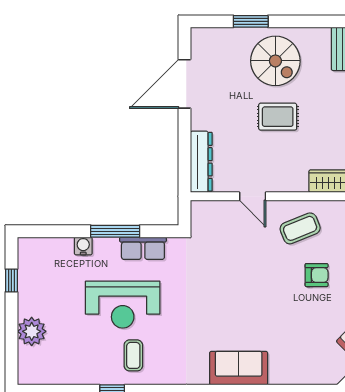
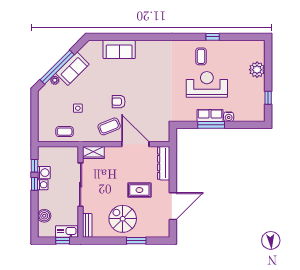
rug: (278, 117) -> (139, 190), moved
door: (253, 196) -> (135, 144), width x1.87
row of seats: (143, 248) -> (210, 115), moved
armchair: (317, 275) -> (119, 102), moved
sofa: (239, 368) -> (119, 49), moved

